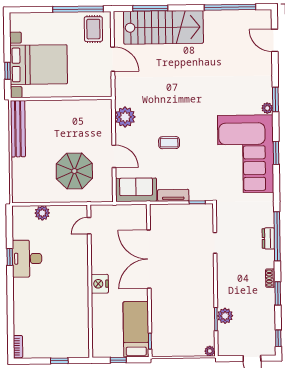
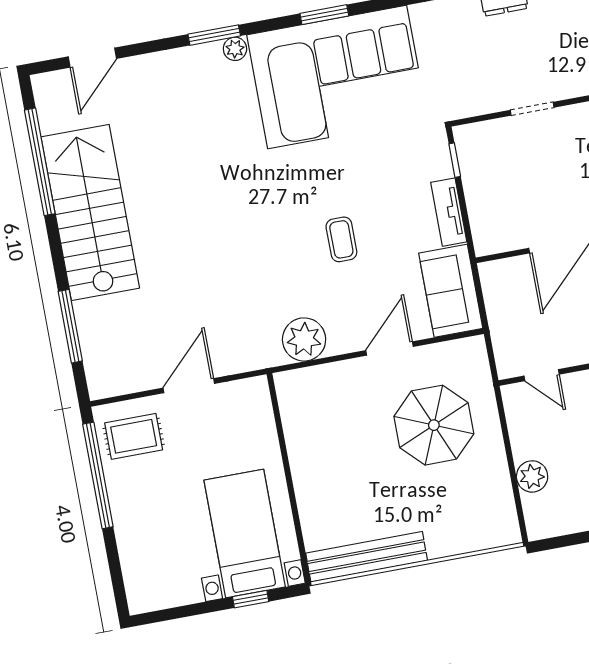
stairs: (163, 27) -> (90, 212), moved
bed with nightstands: (39, 65) -> (245, 534), width x0.73

